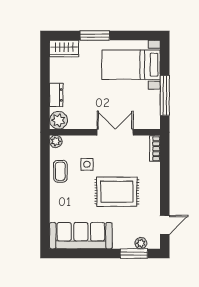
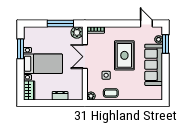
window: (95, 35) -> (20, 49), moved
bed with nightstands: (131, 65) -> (43, 64), moved, turned -90
plant: (58, 120) -> (77, 32), moved
sofa: (81, 236) -> (154, 65), moved

